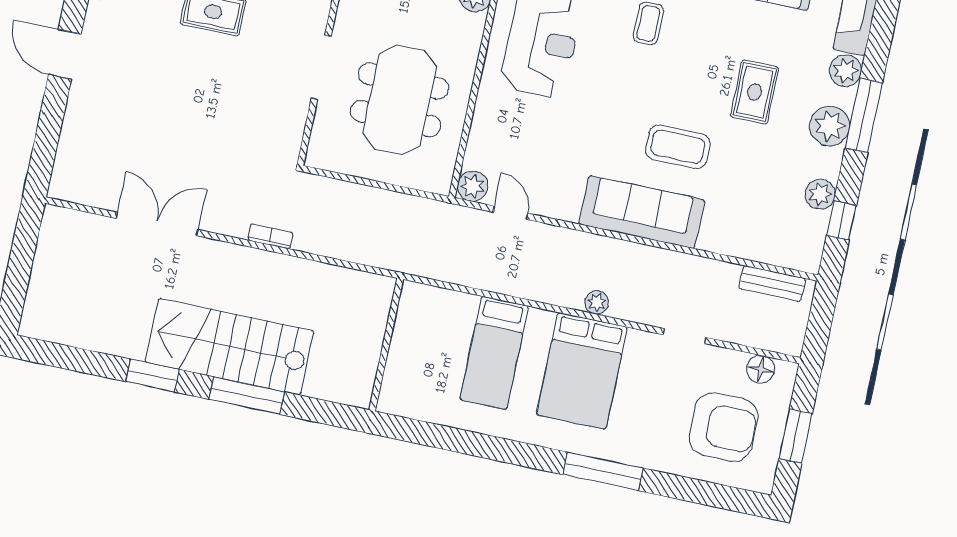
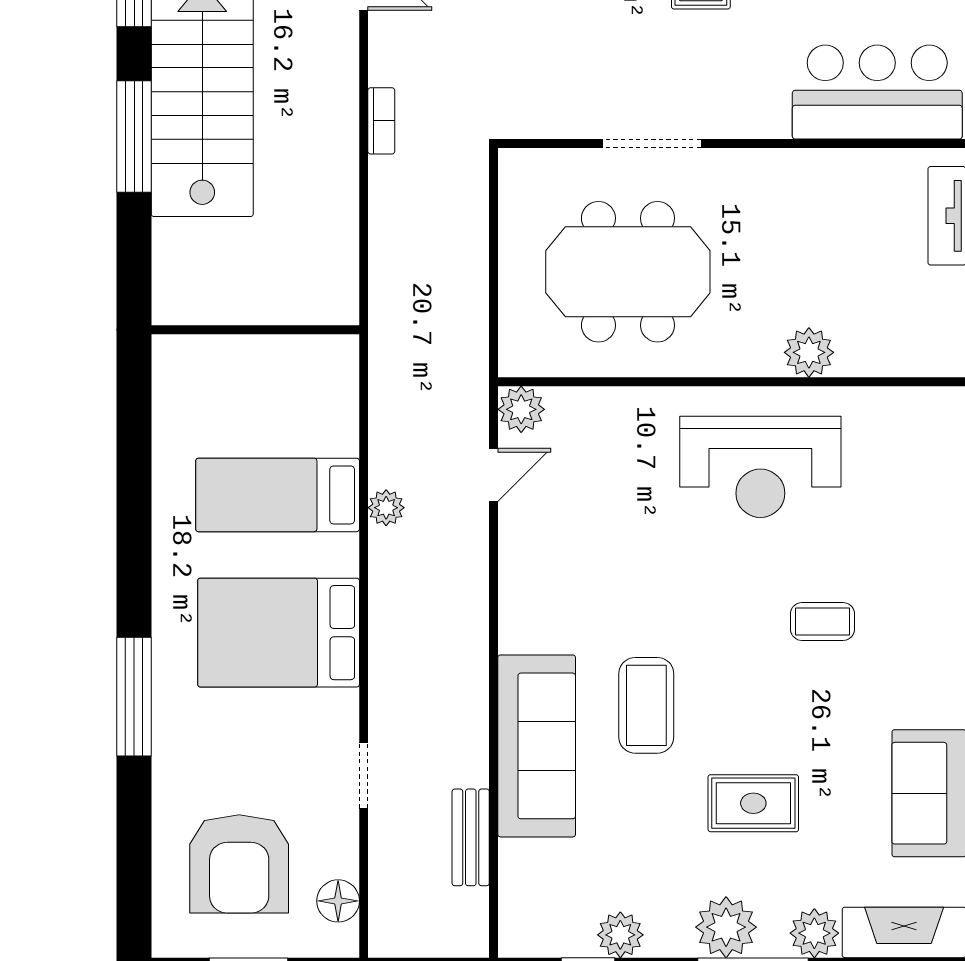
sofa: (642, 212) -> (537, 746), moved
bench: (772, 283) -> (471, 837), moved
plant: (597, 302) -> (386, 508), moved

